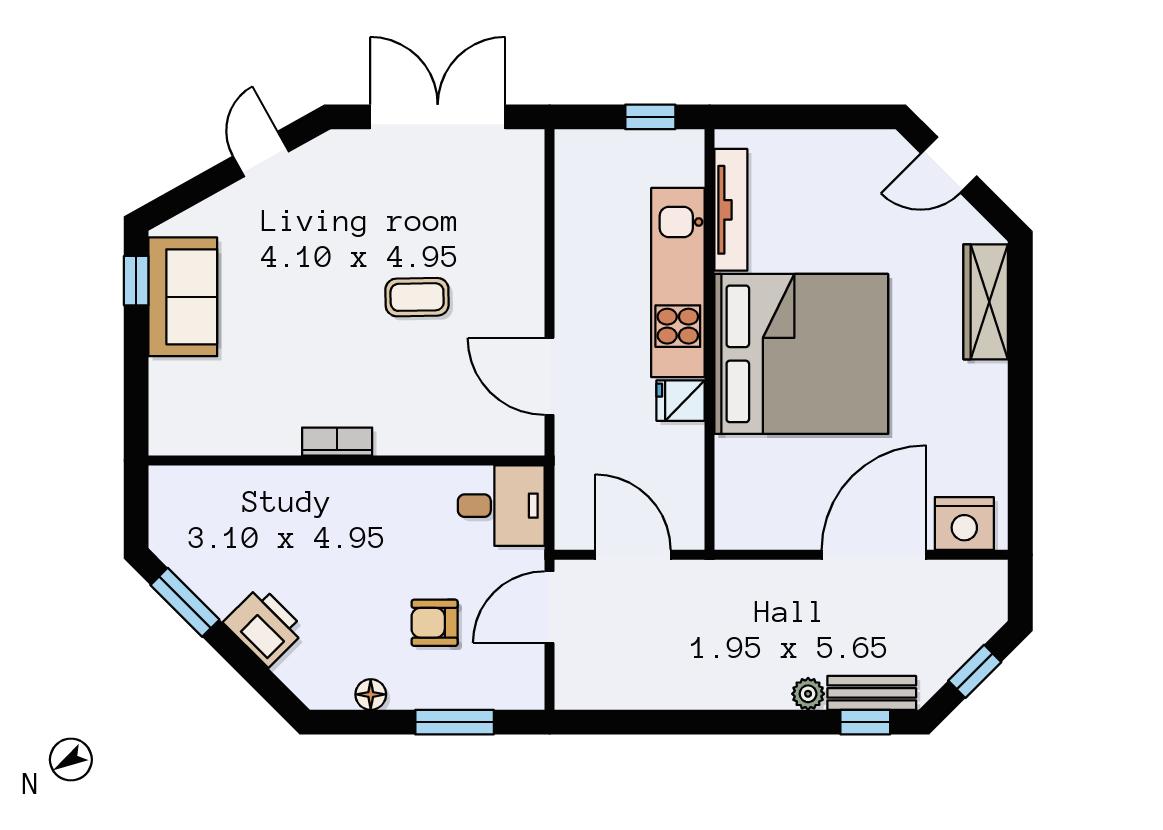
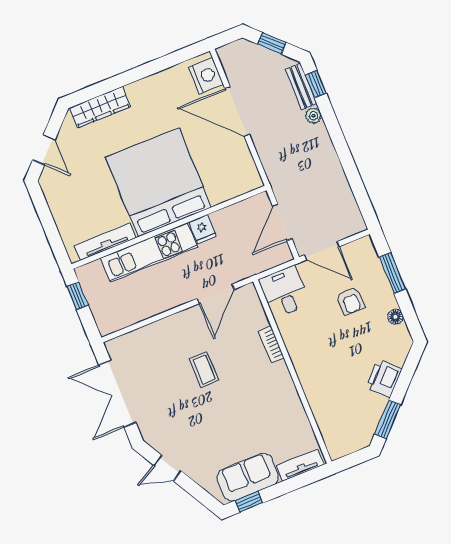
tv unit: (166, 404) -> (300, 465), added
bookcase: (337, 442) -> (271, 344), moved

